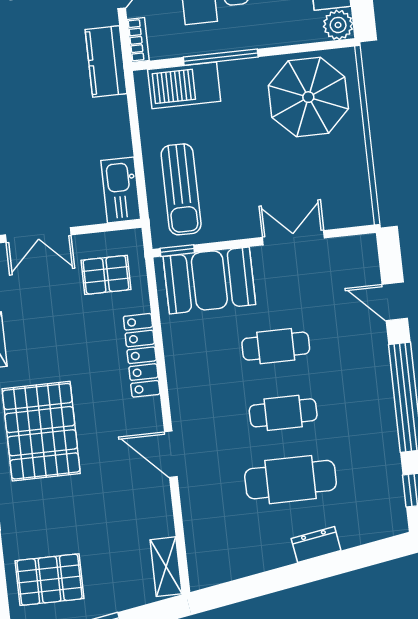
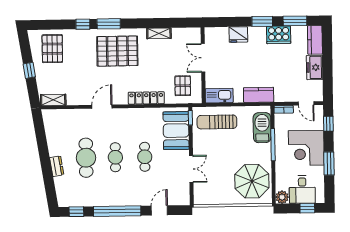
kitchen counter: (106, 61) -> (259, 95), moved

